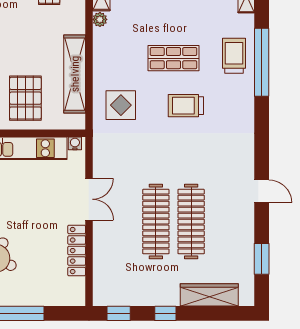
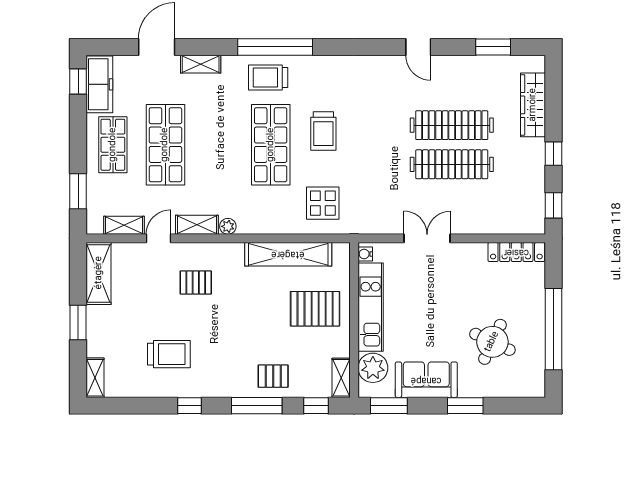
shop shelf: (173, 58) -> (271, 145), width x1.43, depth x1.36
door: (262, 191) -> (418, 47), swing flipped
locker: (77, 251) -> (516, 252), moved

